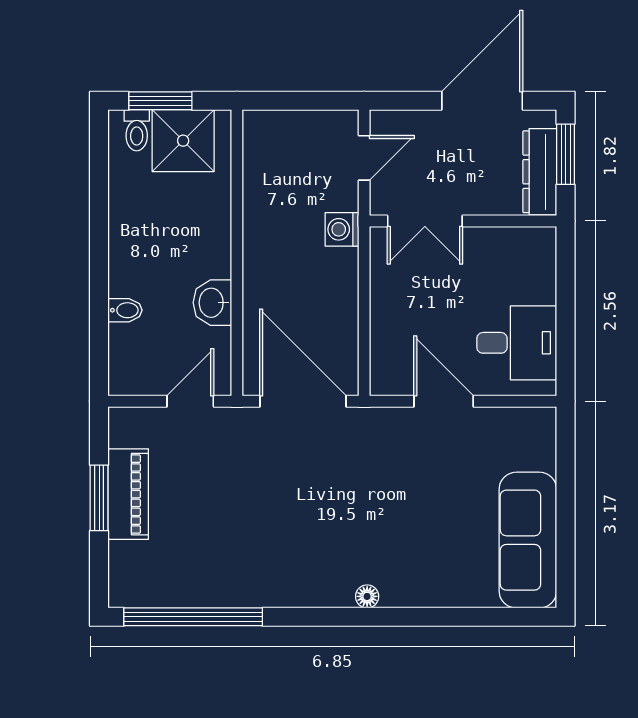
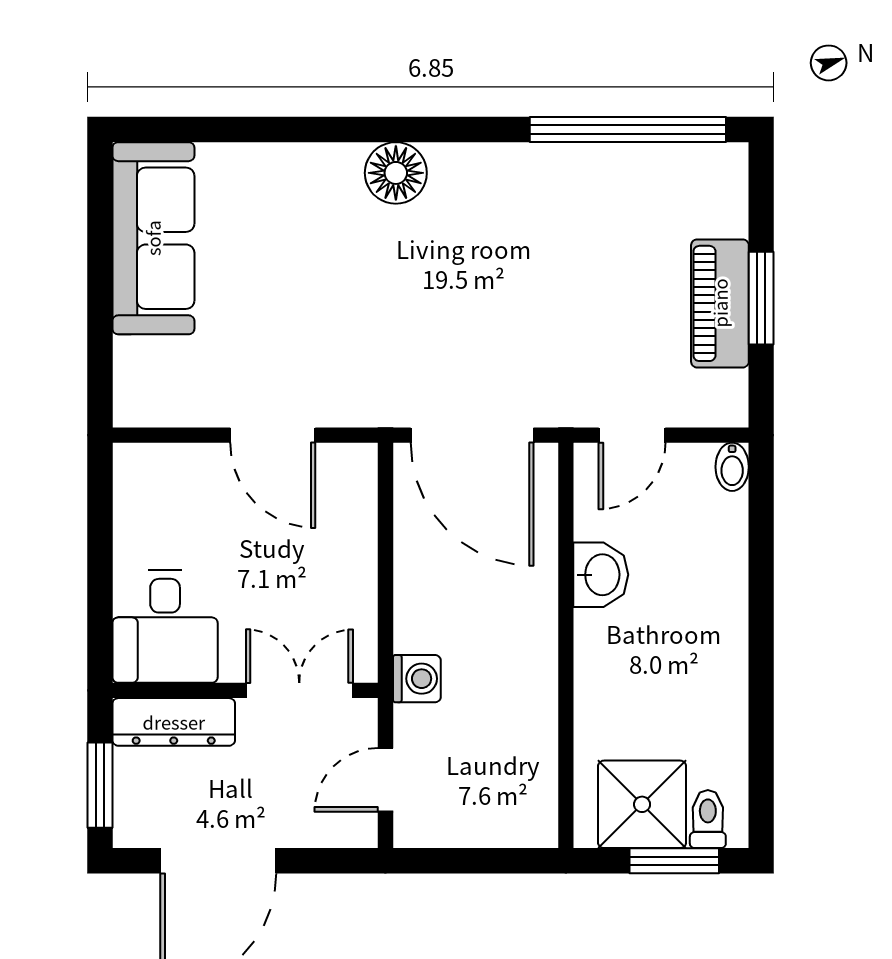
dresser: (540, 172) -> (174, 722), moved, turned 90
bidet: (125, 310) -> (732, 467), moved, turned -90
desk: (517, 343) -> (165, 626), moved, turned -90
floor lamp: (367, 596) -> (396, 173), width x1.89, depth x1.89

